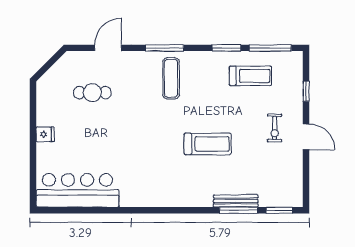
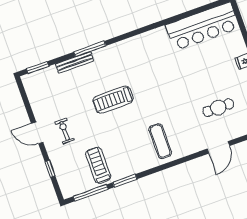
window: (165, 48) -> (174, 163), removed
treadmill: (250, 76) -> (98, 165), turned 90
window: (239, 210) -> (90, 49), moved

